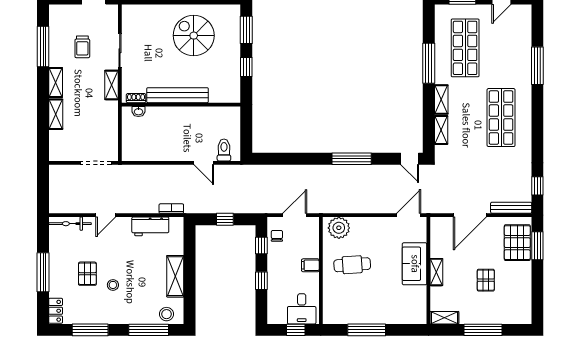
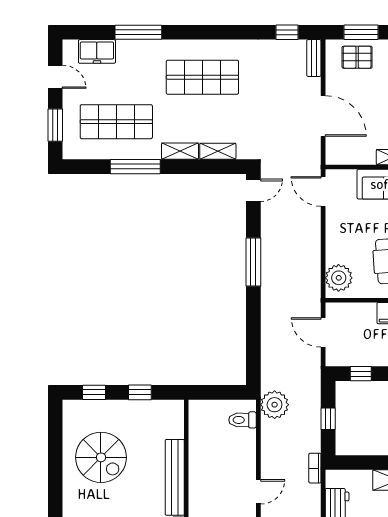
window: (246, 30) -> (94, 392), width x0.67
freezer: (522, 32) -> (97, 51), added
spiral stairs: (194, 36) -> (101, 457), turned -90
door: (204, 163) -> (258, 492), moved
plant: (236, 176) -> (275, 405), added
bench: (511, 208) -> (314, 58), width x0.73
bookcase: (171, 209) -> (315, 468), moved
chair: (277, 236) -> (349, 354), removed
pallet: (517, 243) -> (357, 57), width x0.67, depth x0.71

